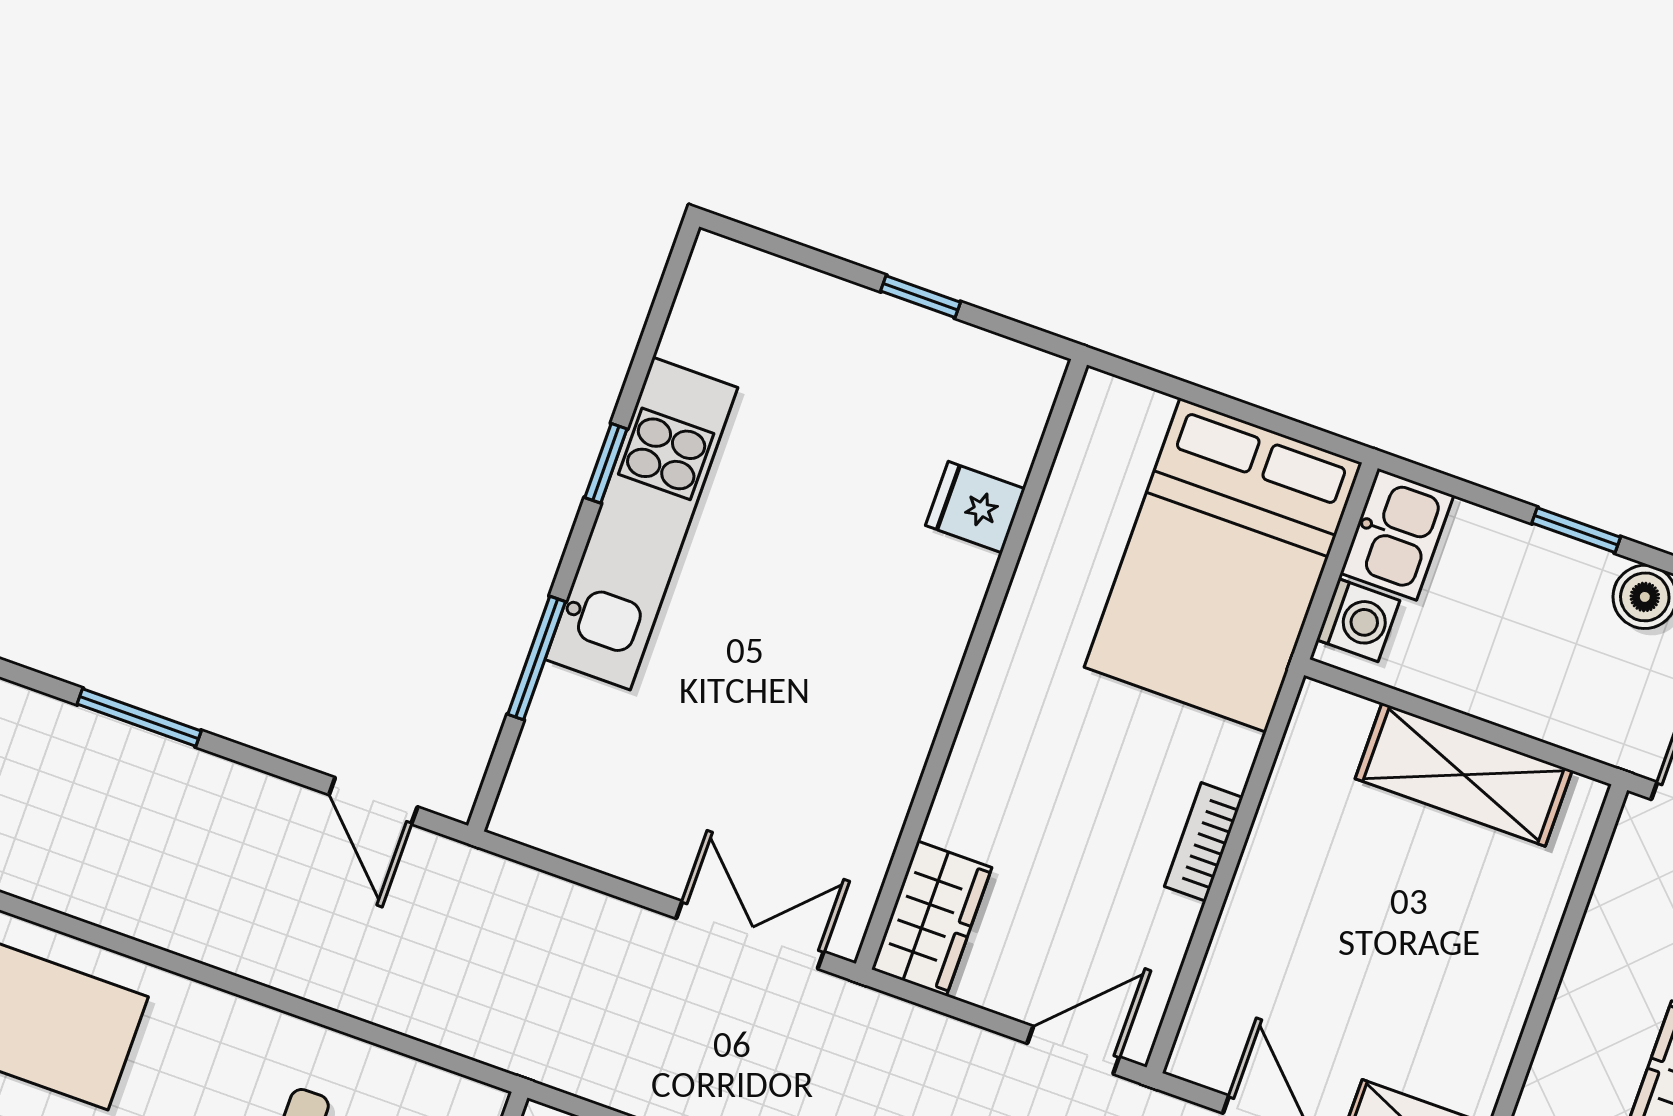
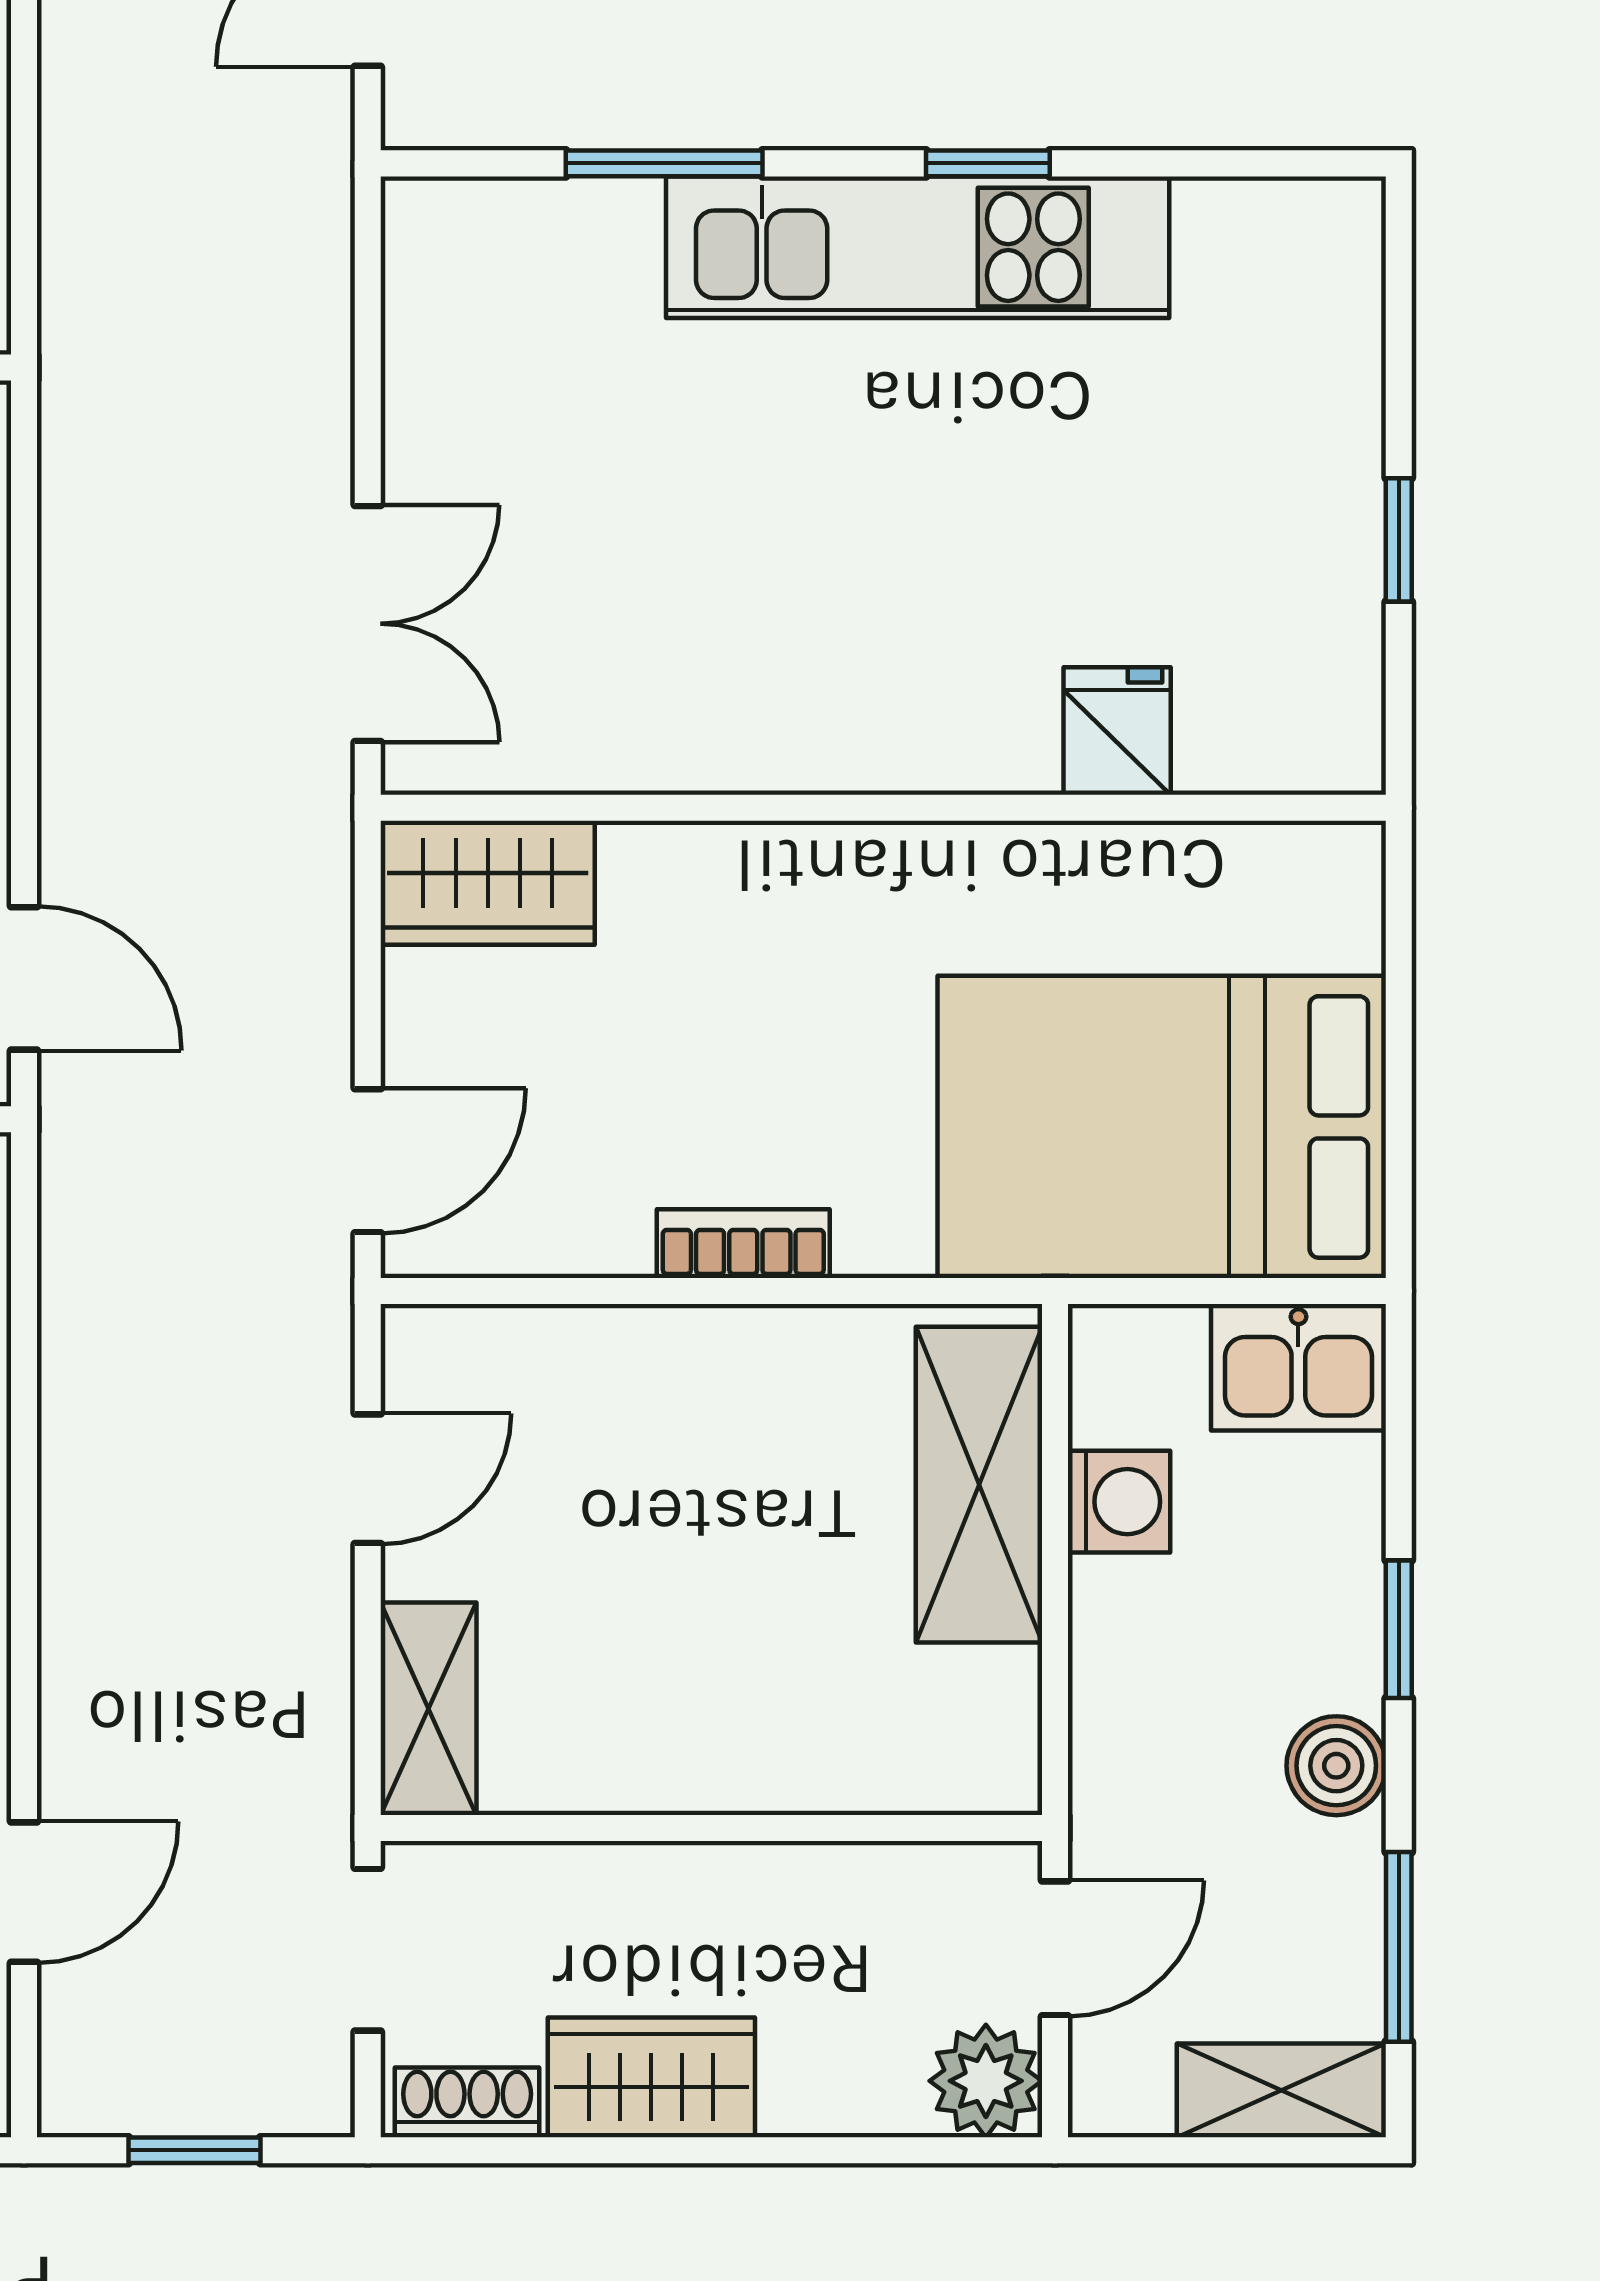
washing machine: (1358, 620) -> (1119, 1502), moved, turned -90
shelving: (1464, 775) -> (979, 1485), moved
door: (1073, 1050) -> (368, 1161), hinge flipped

